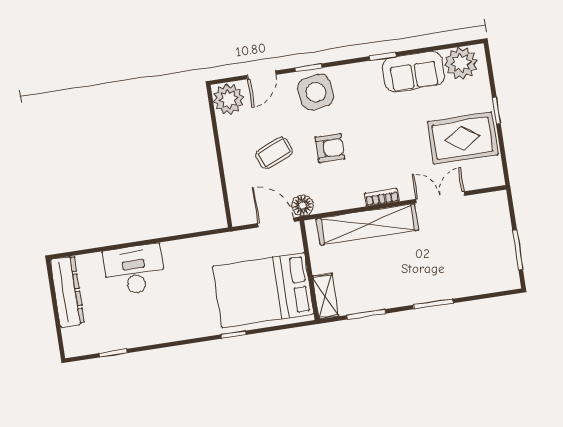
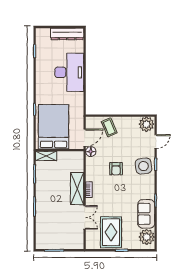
door: (261, 75) -> (156, 142), swing flipped
coffee table: (274, 153) -> (109, 127), moved
shelving: (367, 224) -> (77, 189), width x0.68
desk: (134, 270) -> (69, 72), width x1.36, depth x1.30

